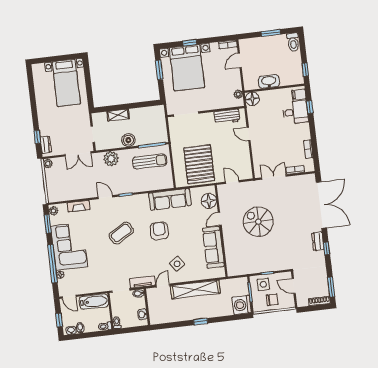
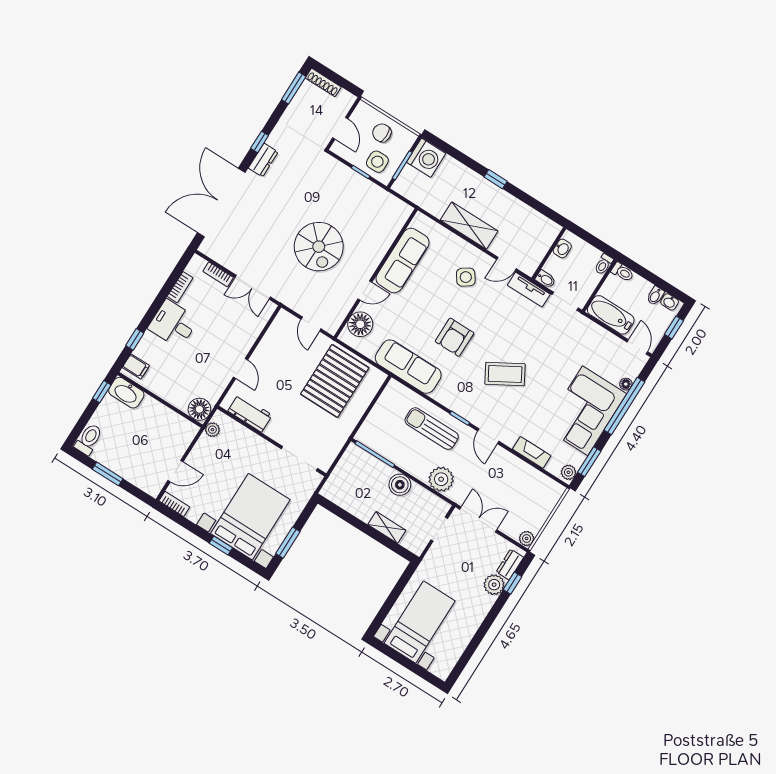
washbasin: (269, 81) -> (126, 393), moved
desk: (295, 112) -> (173, 324), moved
plant: (45, 129) -> (494, 585), added
sun lounger: (150, 161) -> (432, 429), moved
shelving: (195, 289) -> (469, 226), width x0.68

